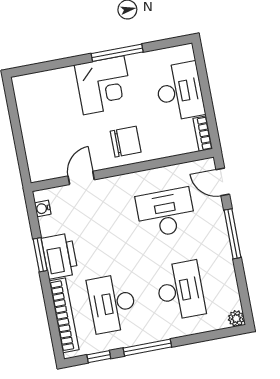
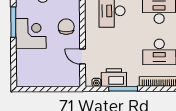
window: (40, 255) -> (123, 89), width x1.44
printer: (60, 256) -> (114, 78), moved

